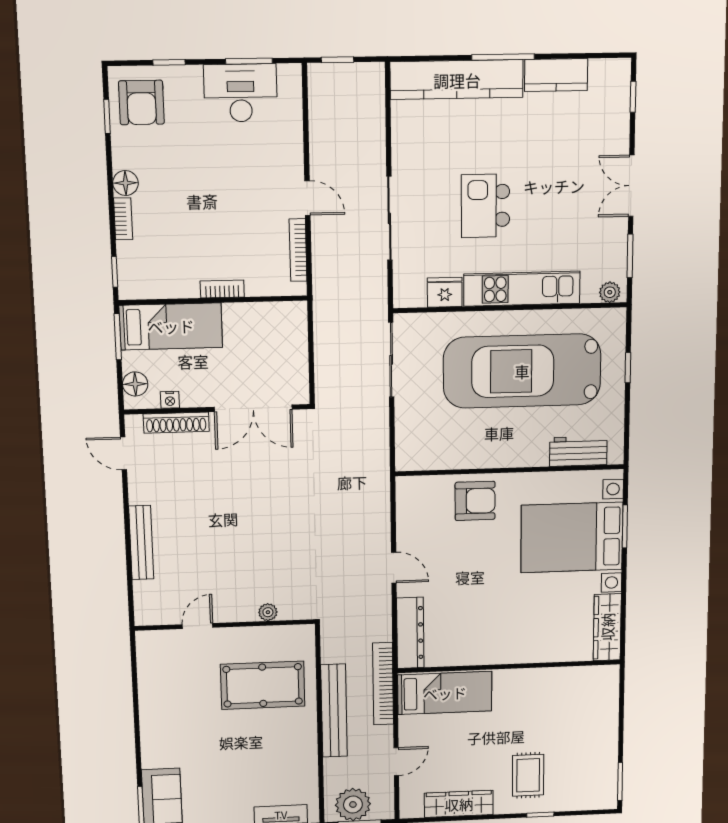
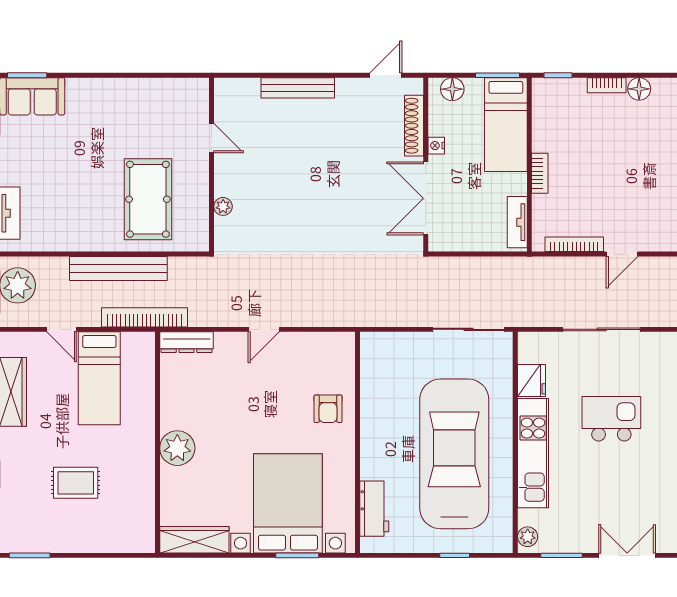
tv unit: (276, 312) -> (517, 222), added
nightstand: (170, 400) -> (436, 146), moved
armchair: (475, 501) -> (328, 409), width x0.72, depth x0.72
dresser: (410, 633) -> (187, 342), width x0.73, depth x0.80
plant: (515, 647) -> (177, 448), added
bed: (445, 693) -> (99, 378), moved
rug: (528, 775) -> (76, 483), moved

